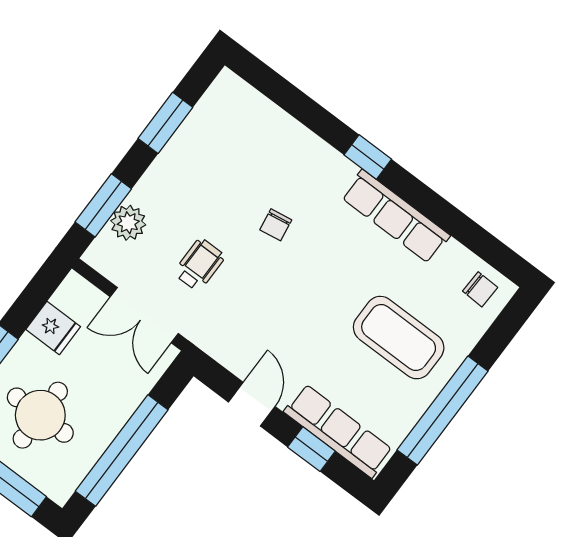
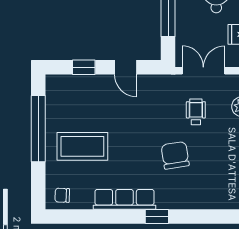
chair: (276, 225) -> (175, 155), width x1.87, depth x1.87
wheelchair: (199, 265) -> (196, 112), turned 180
row of seats: (338, 431) -> (78, 84), removed

